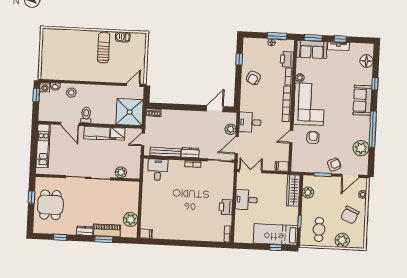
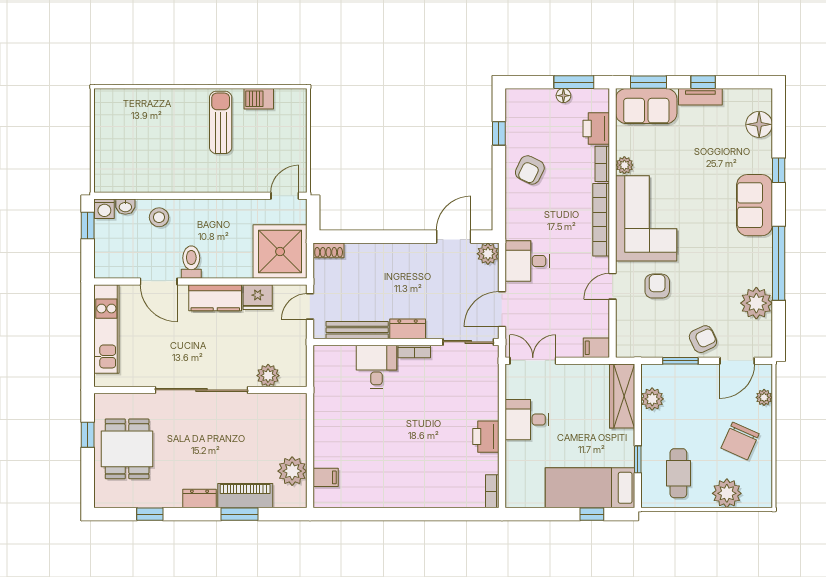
plant: (231, 129) -> (488, 254), moved
desk: (158, 170) -> (376, 367), moved
filing cabinet: (146, 234) -> (326, 477), moved

